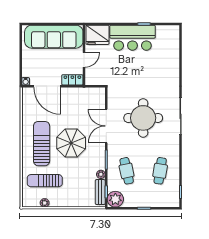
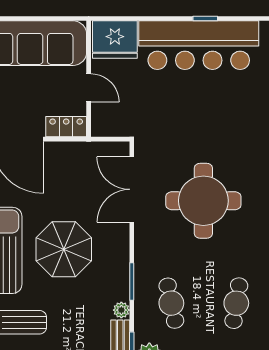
bar counter: (132, 38) -> (199, 45), width x1.36
door: (84, 60) -> (89, 88), hinge flipped
double door: (106, 126) -> (132, 189), moved

